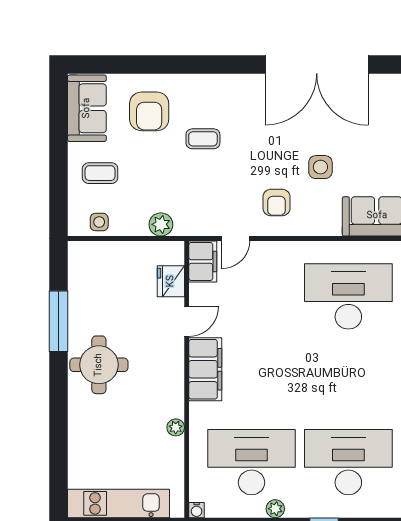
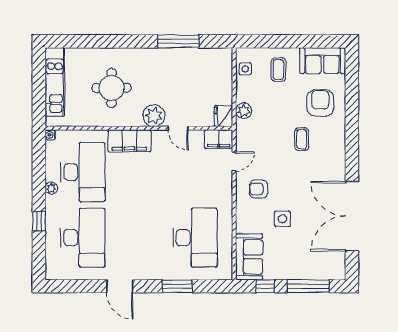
armchair: (149, 111) -> (320, 103), turned 90
door: (236, 239) -> (234, 161), swing flipped
fridge: (171, 281) -> (223, 116), moved, turned -90
round table: (99, 365) -> (112, 88), moved
filing cabinet: (205, 369) -> (129, 141), moved
plant: (176, 427) -> (154, 116), moved, width x1.88, depth x1.88

